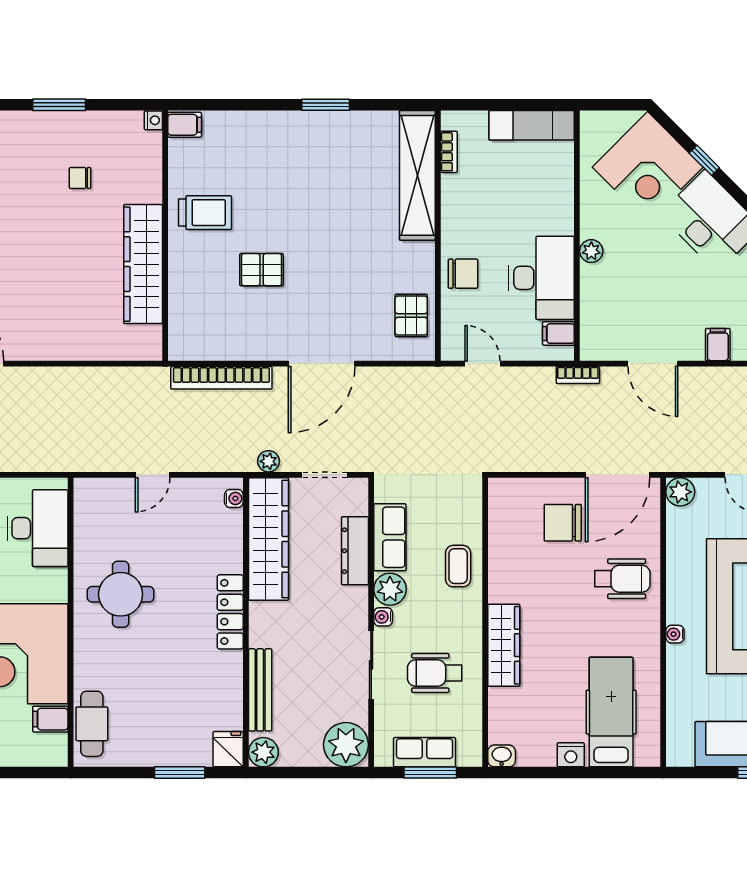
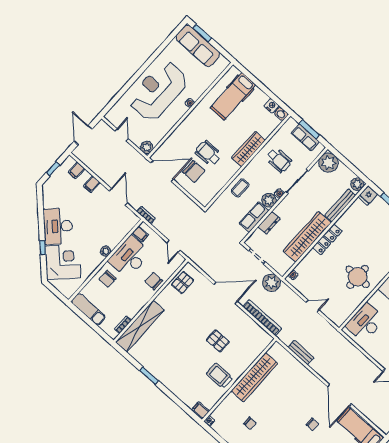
chair: (546, 206) -> (107, 279), added
bench: (101, 378) -> (301, 352), added
plant: (268, 461) -> (271, 283), width x1.88, depth x1.88
wardrobe: (268, 539) -> (307, 237), moved
dresser: (355, 551) -> (269, 223), width x0.70
wheelchair: (622, 579) -> (208, 153), moved
nightstand: (571, 755) -> (271, 106), moved

